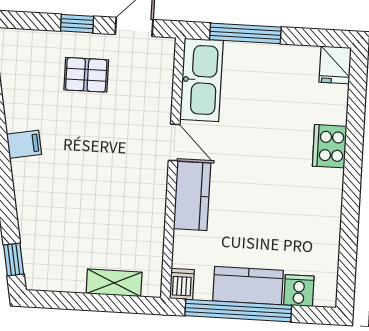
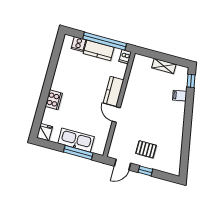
kitchen sink: (201, 80) -> (76, 140), moved, turned 90
filing cabinet: (24, 144) -> (180, 96), moved
shelving: (114, 283) -> (164, 66), moved

